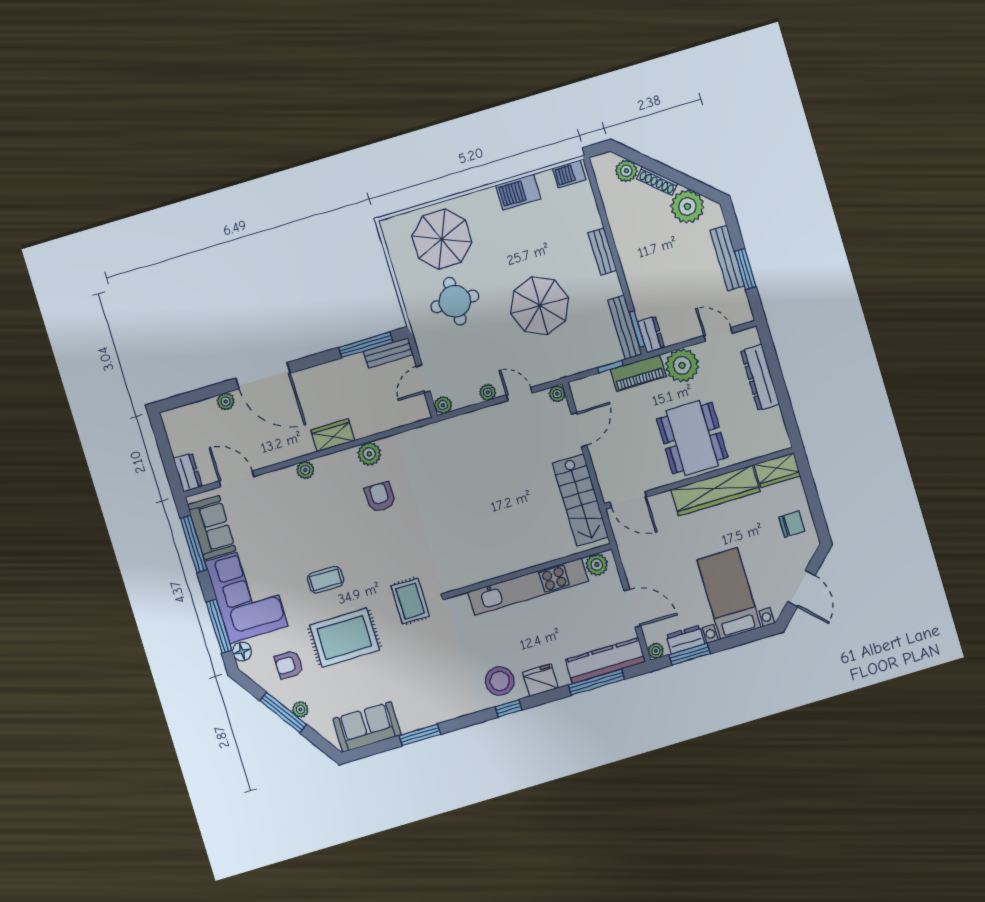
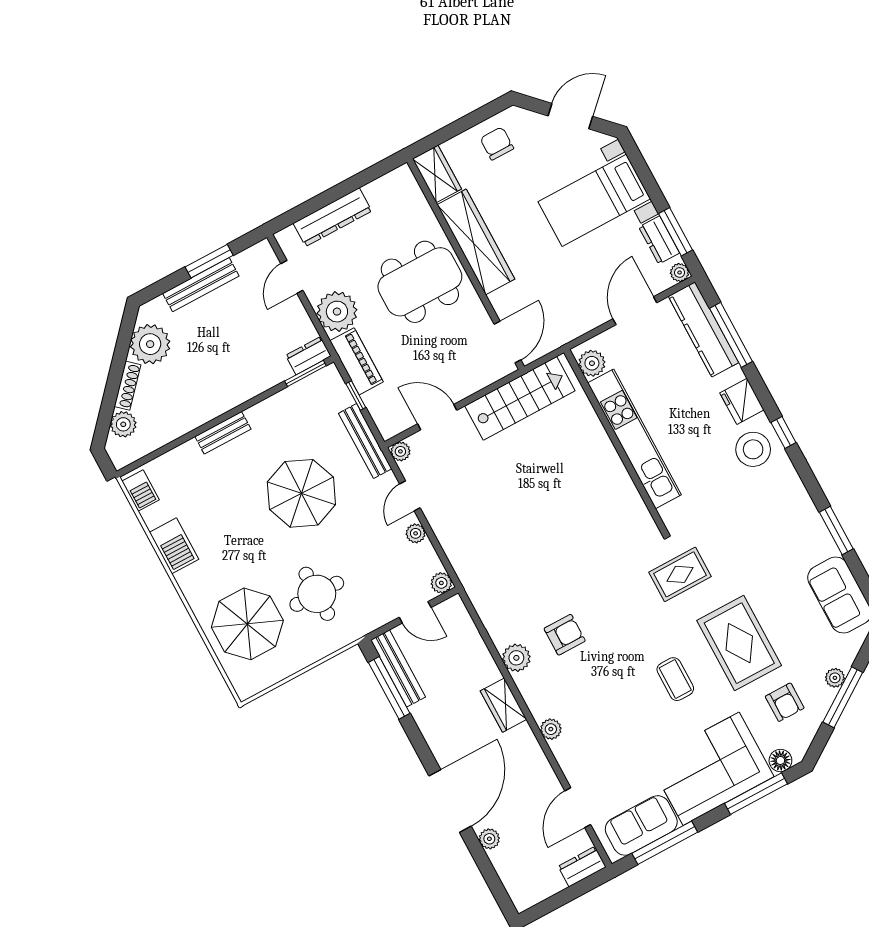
bench: (625, 327) -> (365, 441), moved, turned 90
bench: (388, 353) -> (398, 668), width x1.36
armchair: (380, 497) -> (565, 635), turned 180

